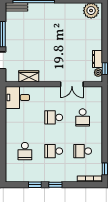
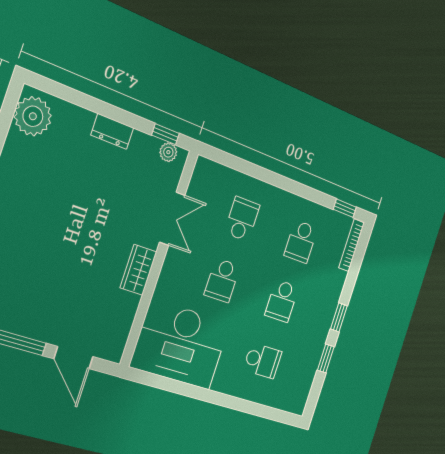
dresser: (97, 59) -> (112, 131), moved
wardrobe: (29, 76) -> (138, 270), moved
desk: (17, 97) -> (180, 345), width x1.87, depth x1.30
school desk: (83, 117) -> (242, 219), turned -90

